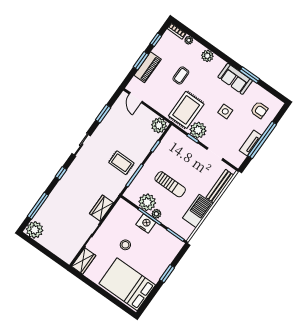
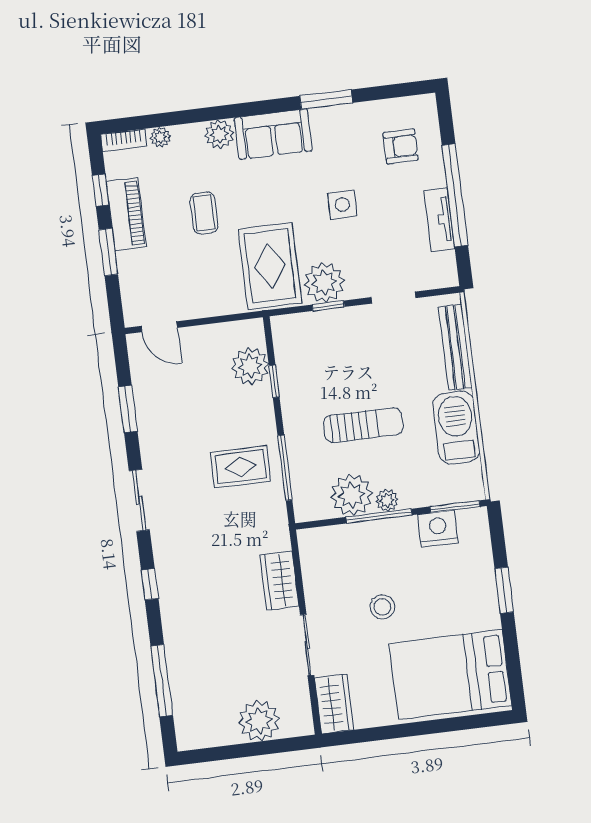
piano: (148, 67) -> (126, 214), moved
sofa: (235, 79) -> (273, 134), moved
plant: (159, 125) -> (250, 366), moved
nightstand: (146, 224) -> (438, 529), moved
plant: (35, 230) -> (259, 721), moved

